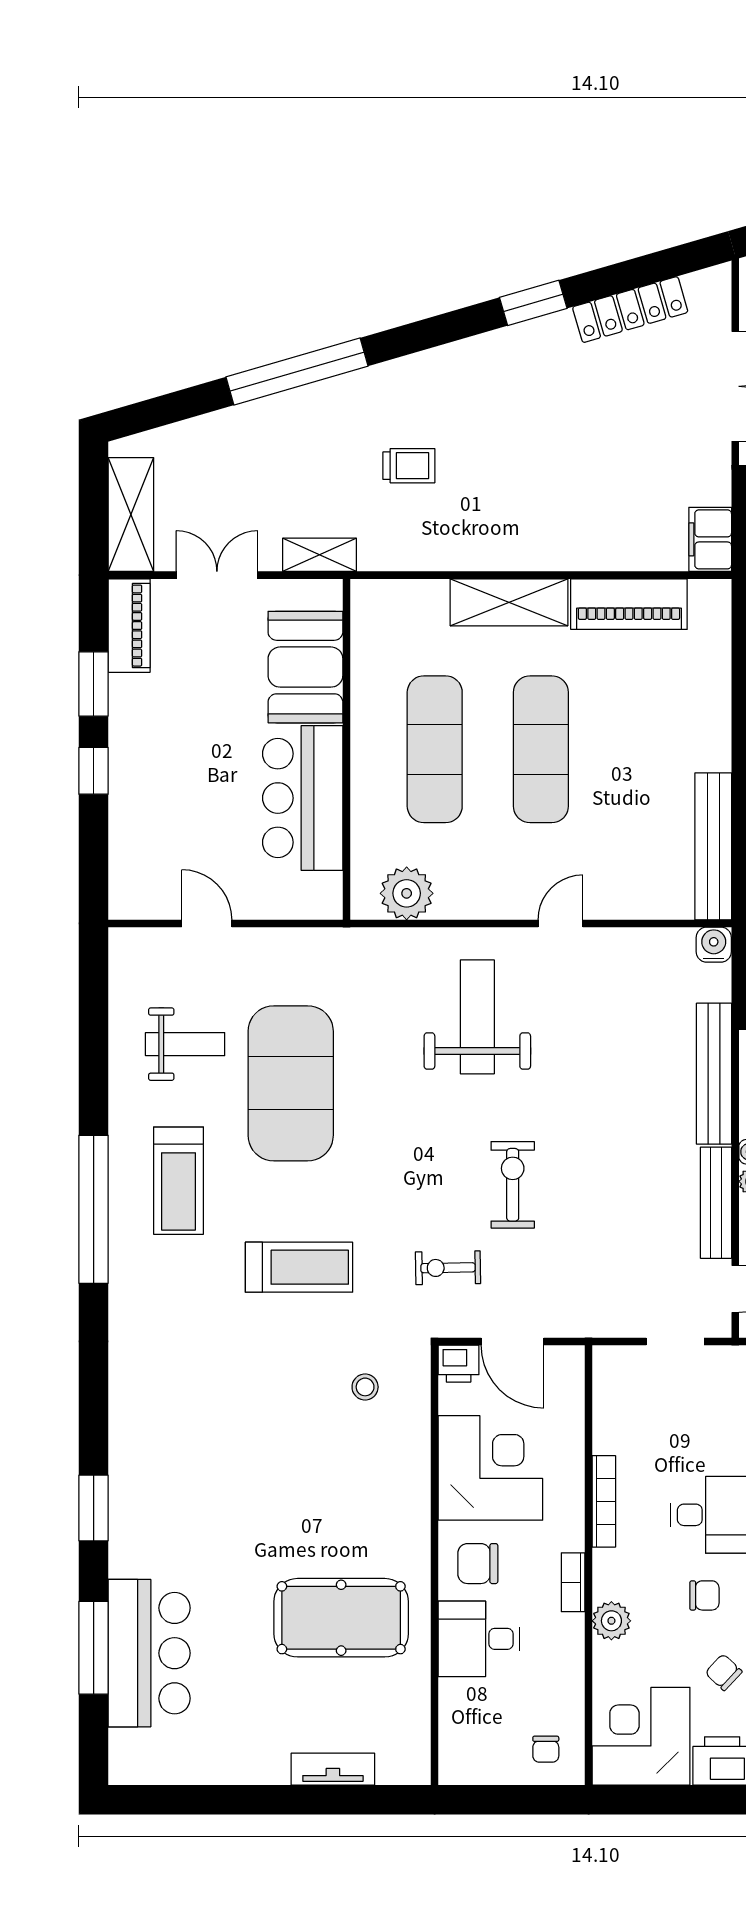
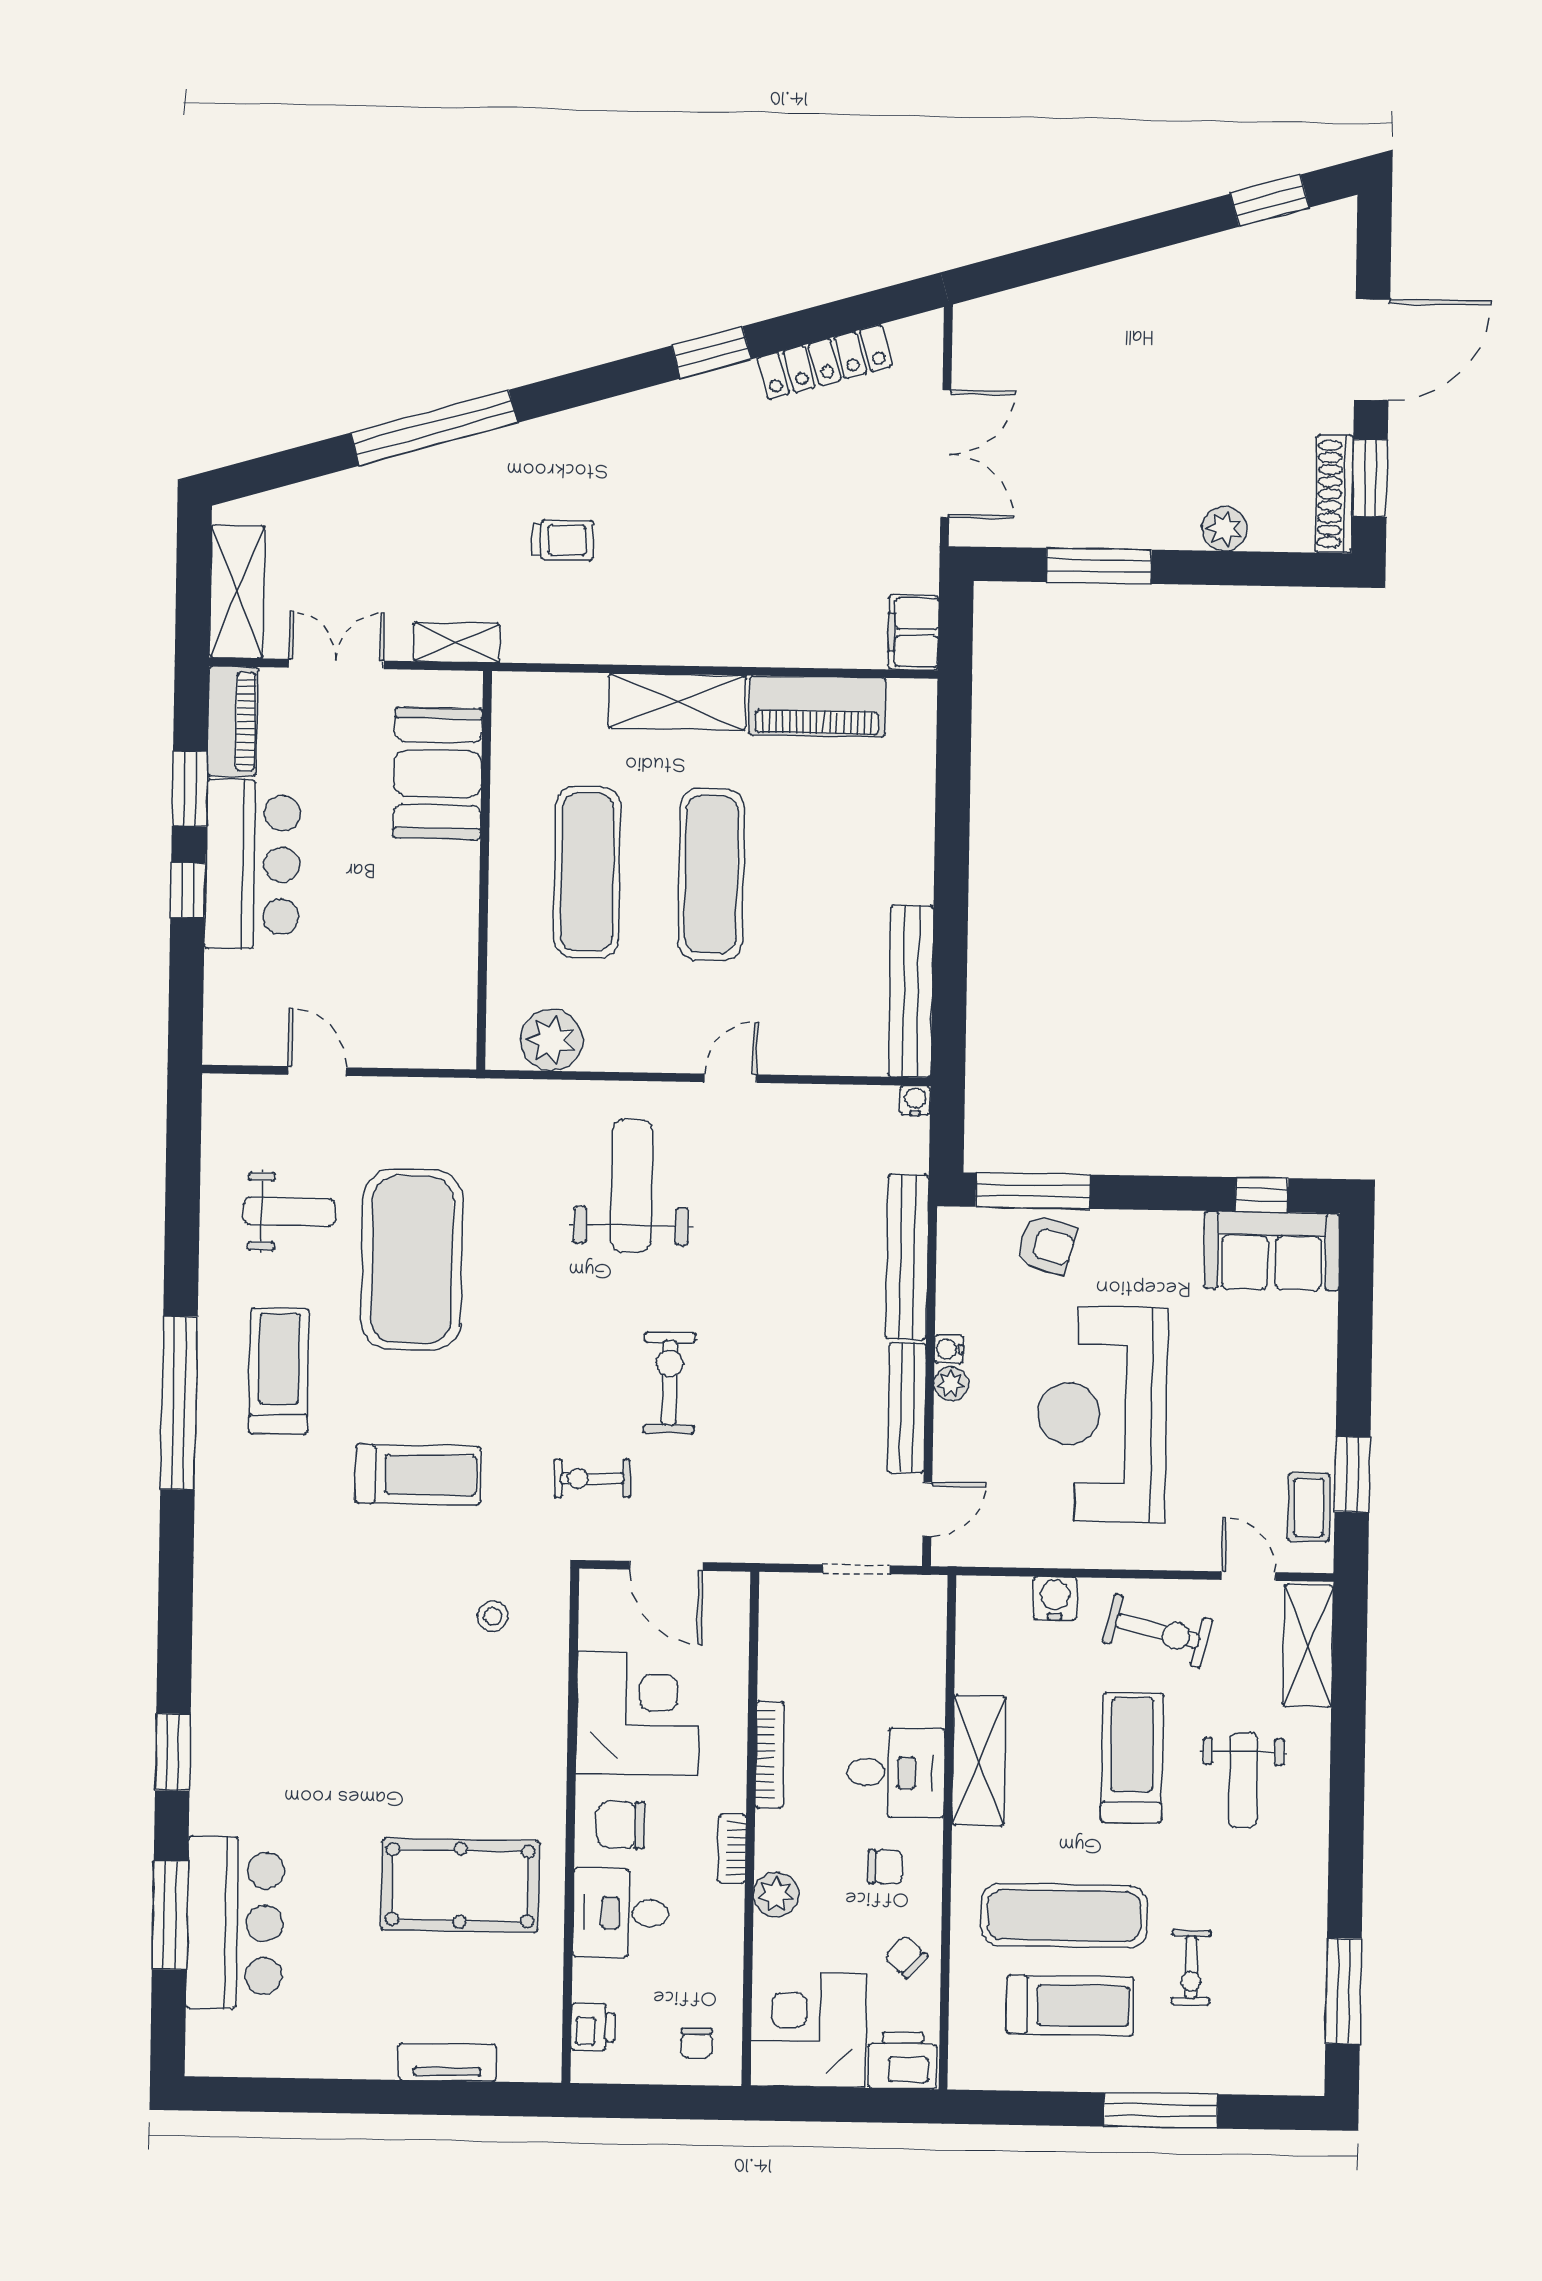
bar counter: (303, 798) -> (253, 864), moved, turned 180
water cooler: (714, 945) -> (915, 1101), width x0.72, depth x0.72
treadmill: (179, 1181) -> (279, 1371), turned 180
printer: (459, 1364) -> (593, 2027), moved, turned -90

